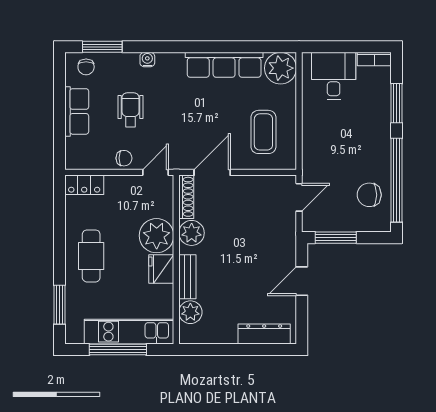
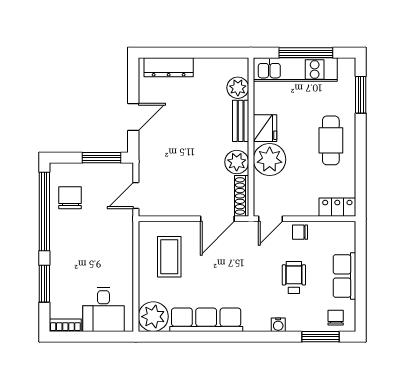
wheelchair: (131, 110) -> (294, 278), turned 180
chair: (369, 195) -> (70, 198), turned -90

